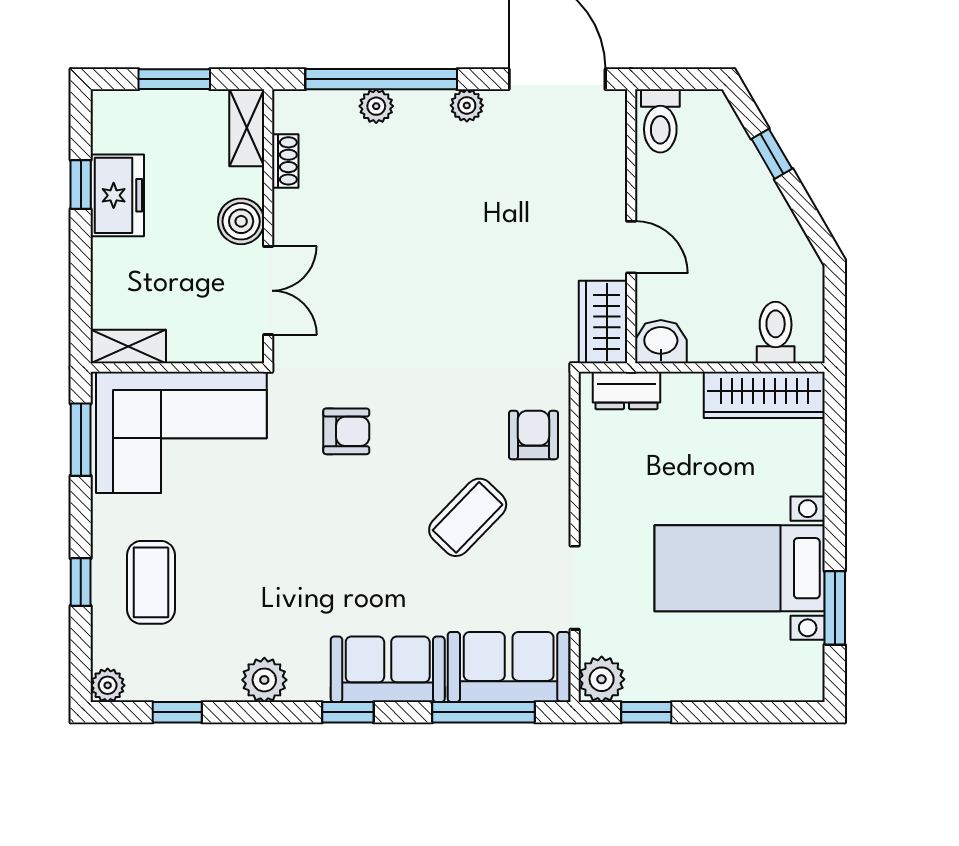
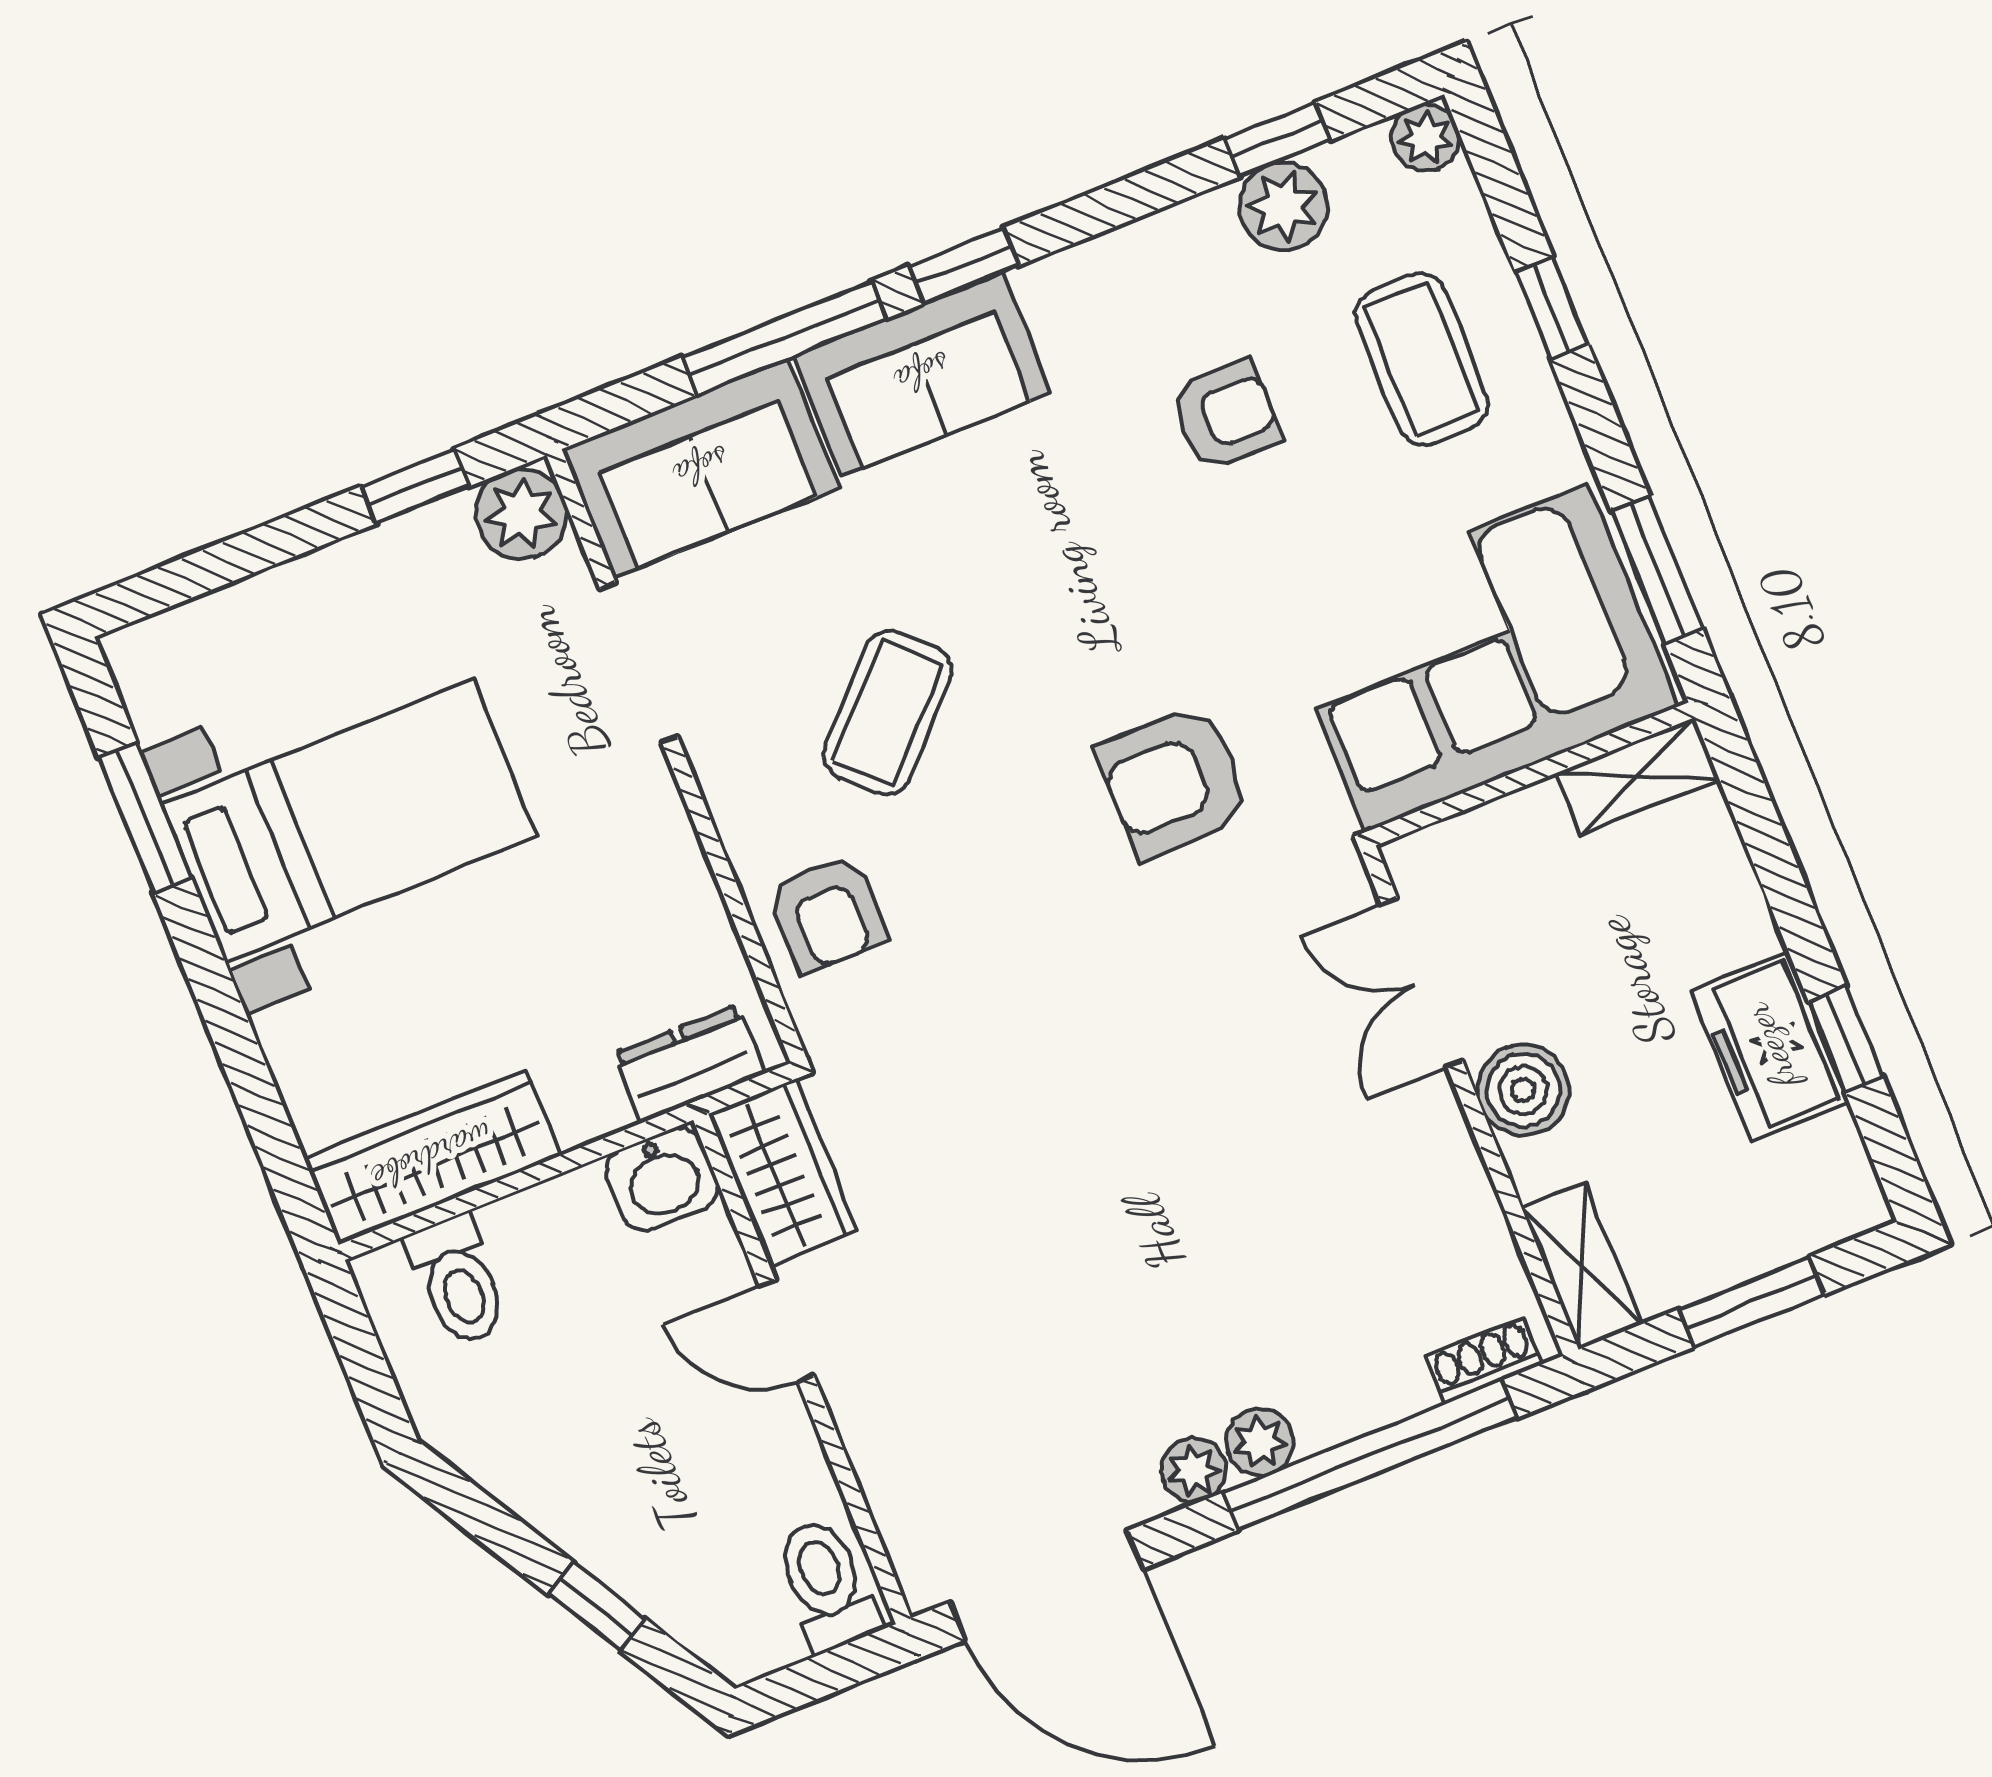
plant: (376, 106) -> (1260, 1442), moved
shoe rack: (285, 161) -> (1484, 1360), moved, turned 90
armchair: (346, 431) -> (1174, 781), width x1.38, depth x1.38
armchair: (253, 593) -> (1226, 416), added
plant: (264, 680) -> (1283, 206), moved
window: (483, 712) -> (784, 338), moved

